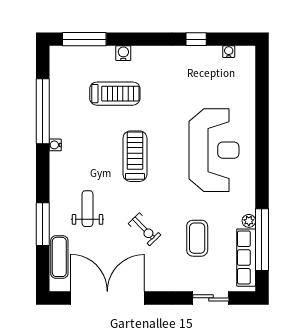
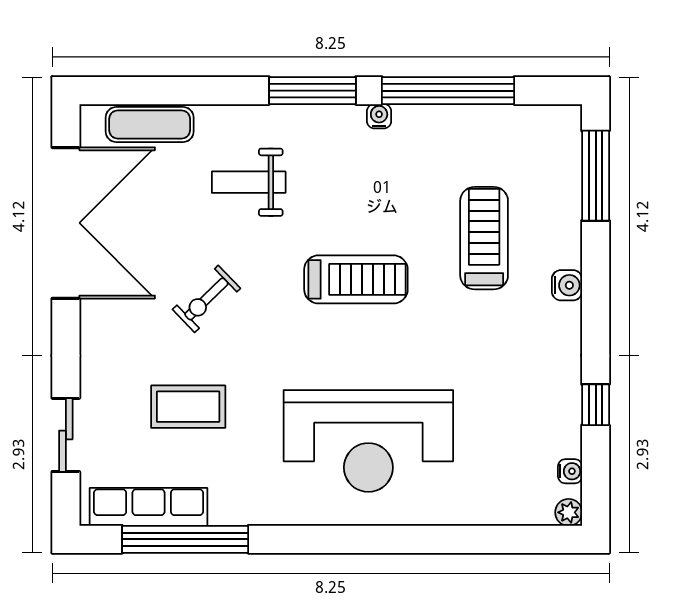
water cooler: (123, 53) -> (567, 285), moved
treadmill: (115, 94) -> (484, 238), turned 180
weight bench: (87, 209) -> (249, 182), turned 180
plant: (249, 221) -> (569, 512), moved
window: (43, 224) -> (312, 91), moved

